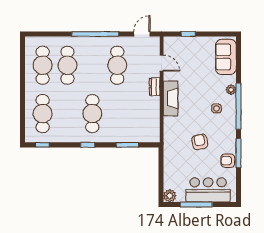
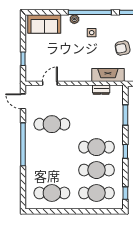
cafe table: (67, 65) -> (96, 170), moved
dresser: (155, 87) -> (101, 90), moved
fireplace: (171, 98) -> (108, 75), moved

